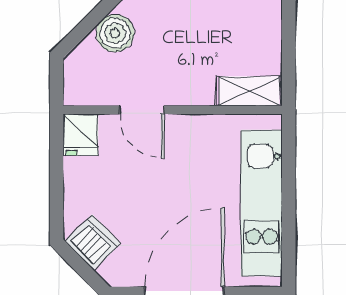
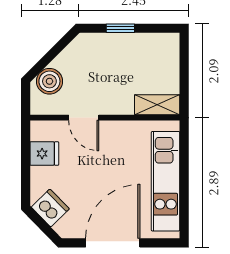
boiler: (115, 33) -> (49, 81), moved
fridge: (81, 135) -> (44, 154), moved, turned -90

